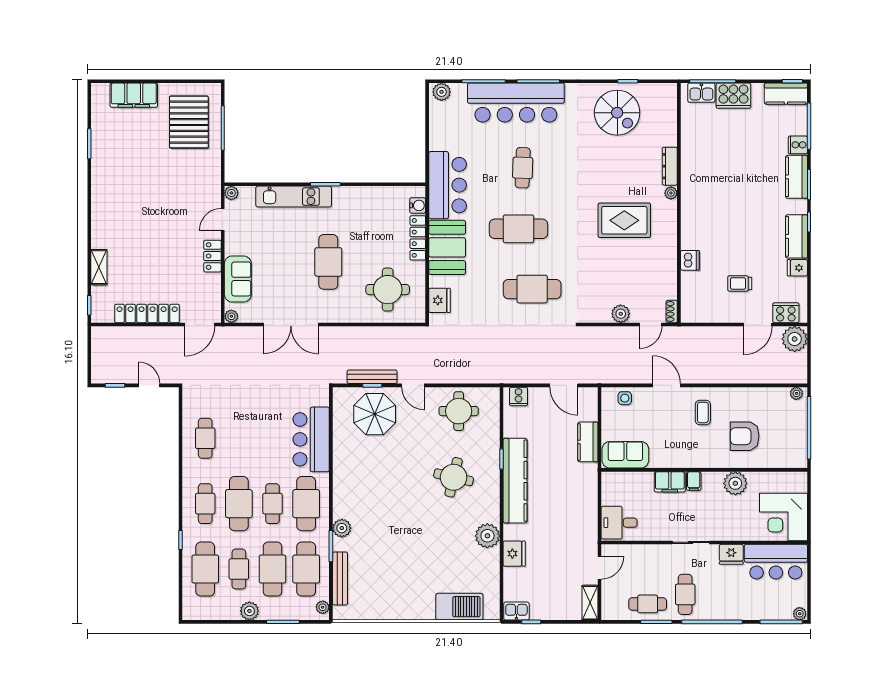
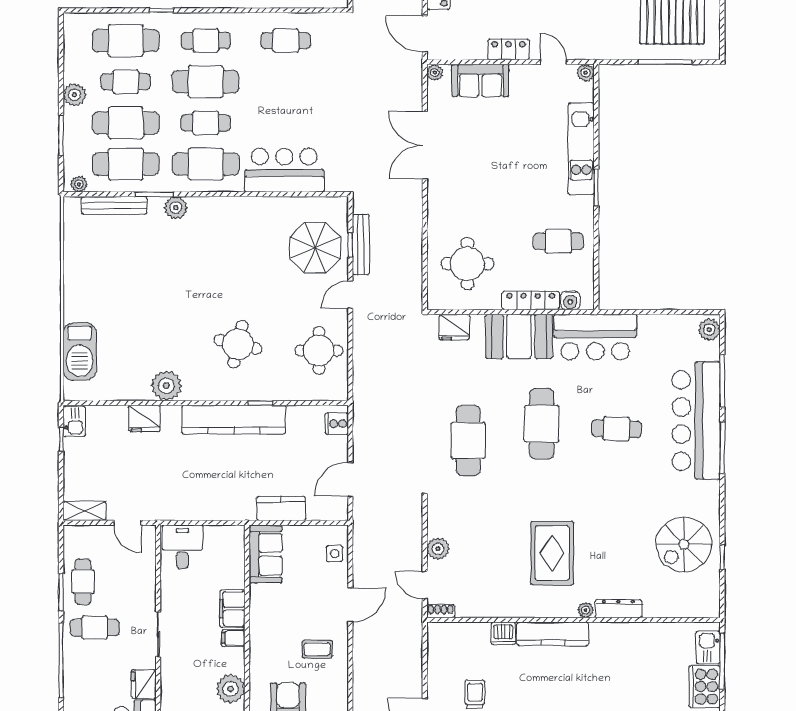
kitchen counter: (690, 220) -> (553, 634), added
cafe table: (328, 262) -> (558, 241), moved, width x0.73, depth x0.74

